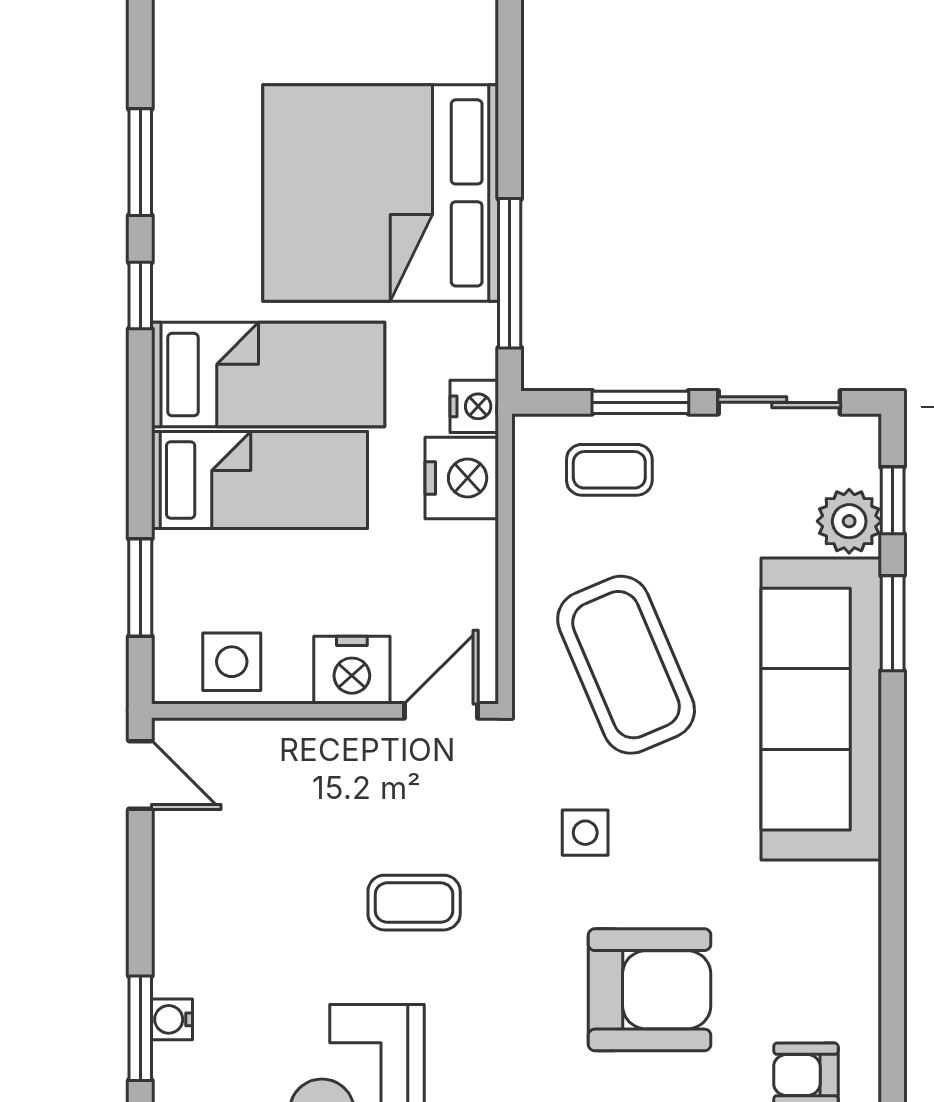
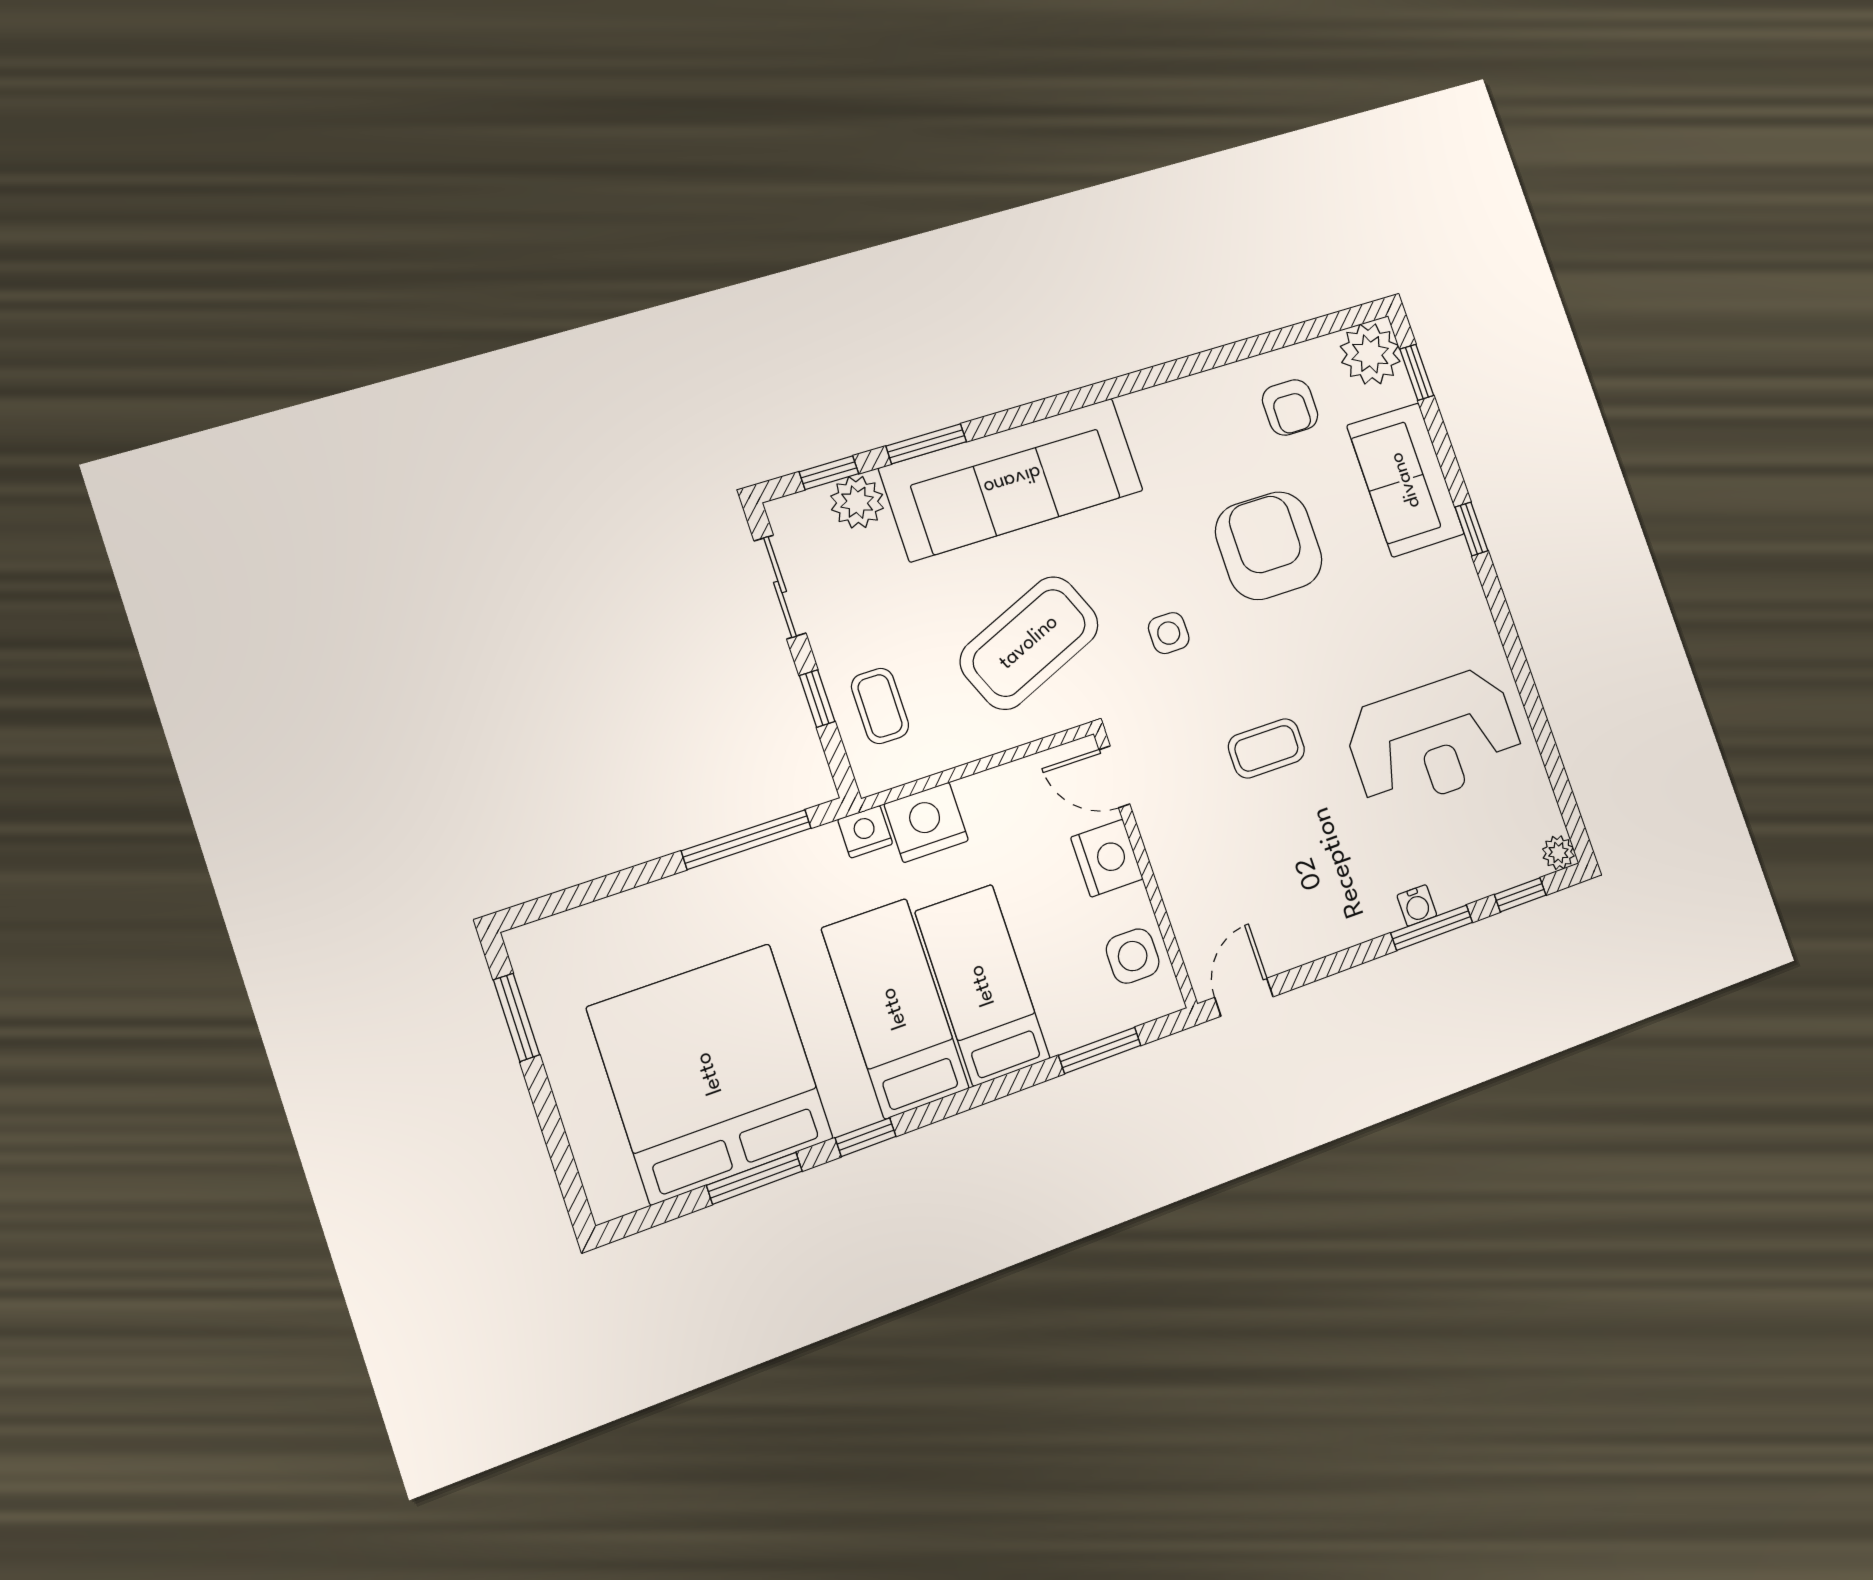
bed: (381, 193) -> (710, 1073), moved, turned 180
window: (640, 402) -> (817, 699), width x0.67
coffee table: (414, 903) -> (1266, 748), turned 90

